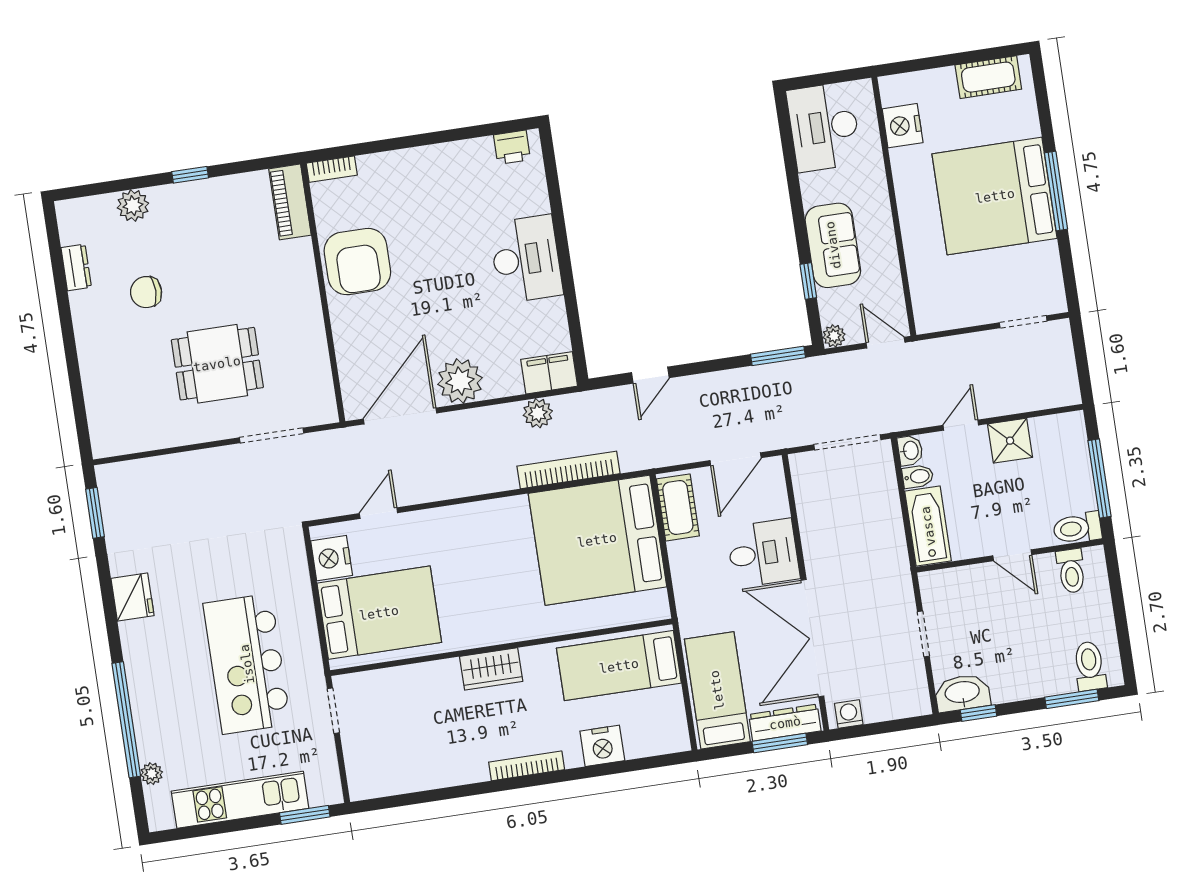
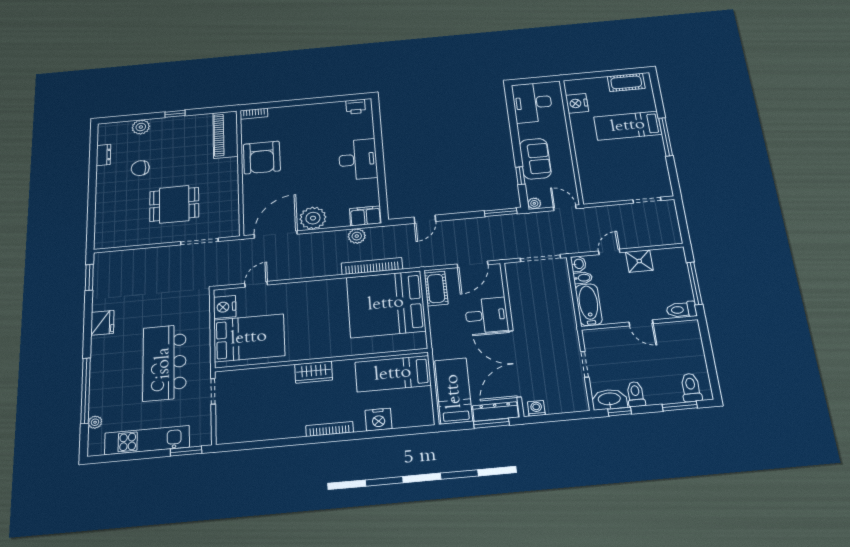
bed: (995, 196) -> (628, 126), width x0.49
piano: (290, 202) -> (225, 135), width x1.37, depth x1.33
toilet: (1071, 571) -> (636, 394), moved, turned 180

